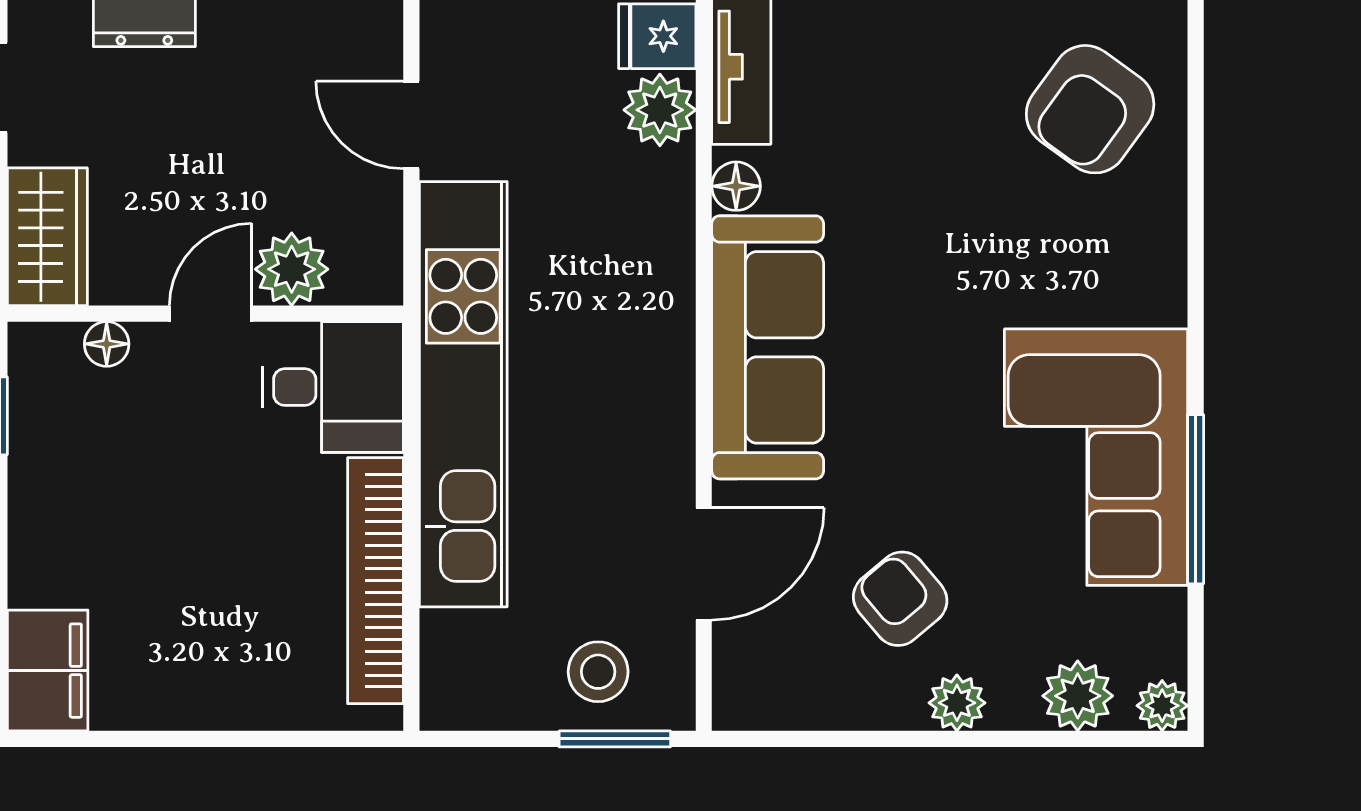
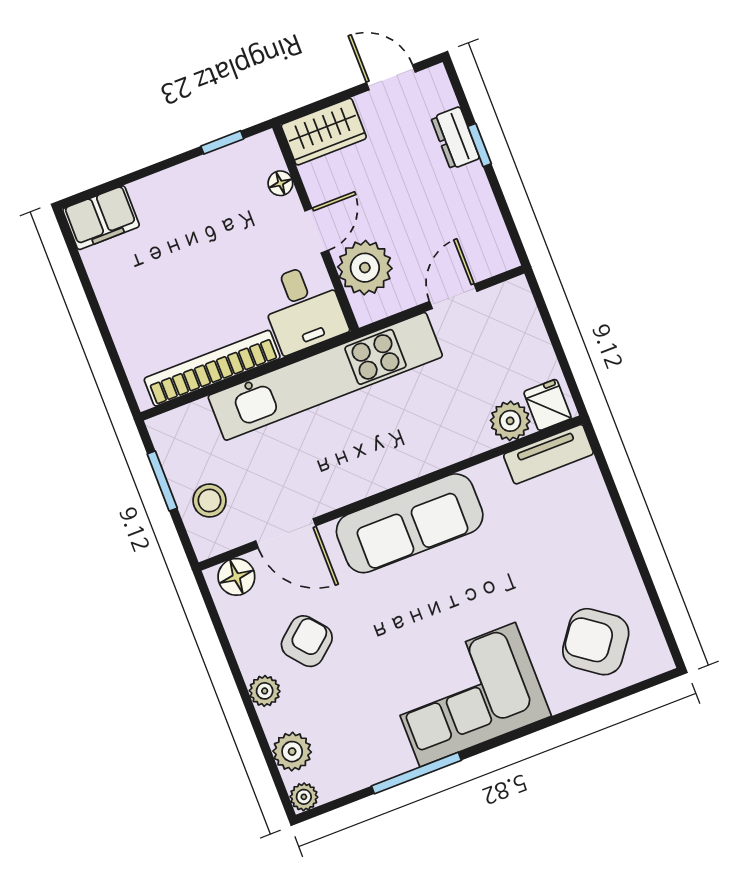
floor lamp: (736, 186) -> (236, 577), moved, width x1.37, depth x1.37
plant: (292, 269) -> (365, 268), width x1.36, depth x1.36
door: (210, 314) -> (317, 231), hinge flipped
corner sofa: (1096, 457) -> (468, 695), moved
window: (615, 739) -> (162, 481), moved

